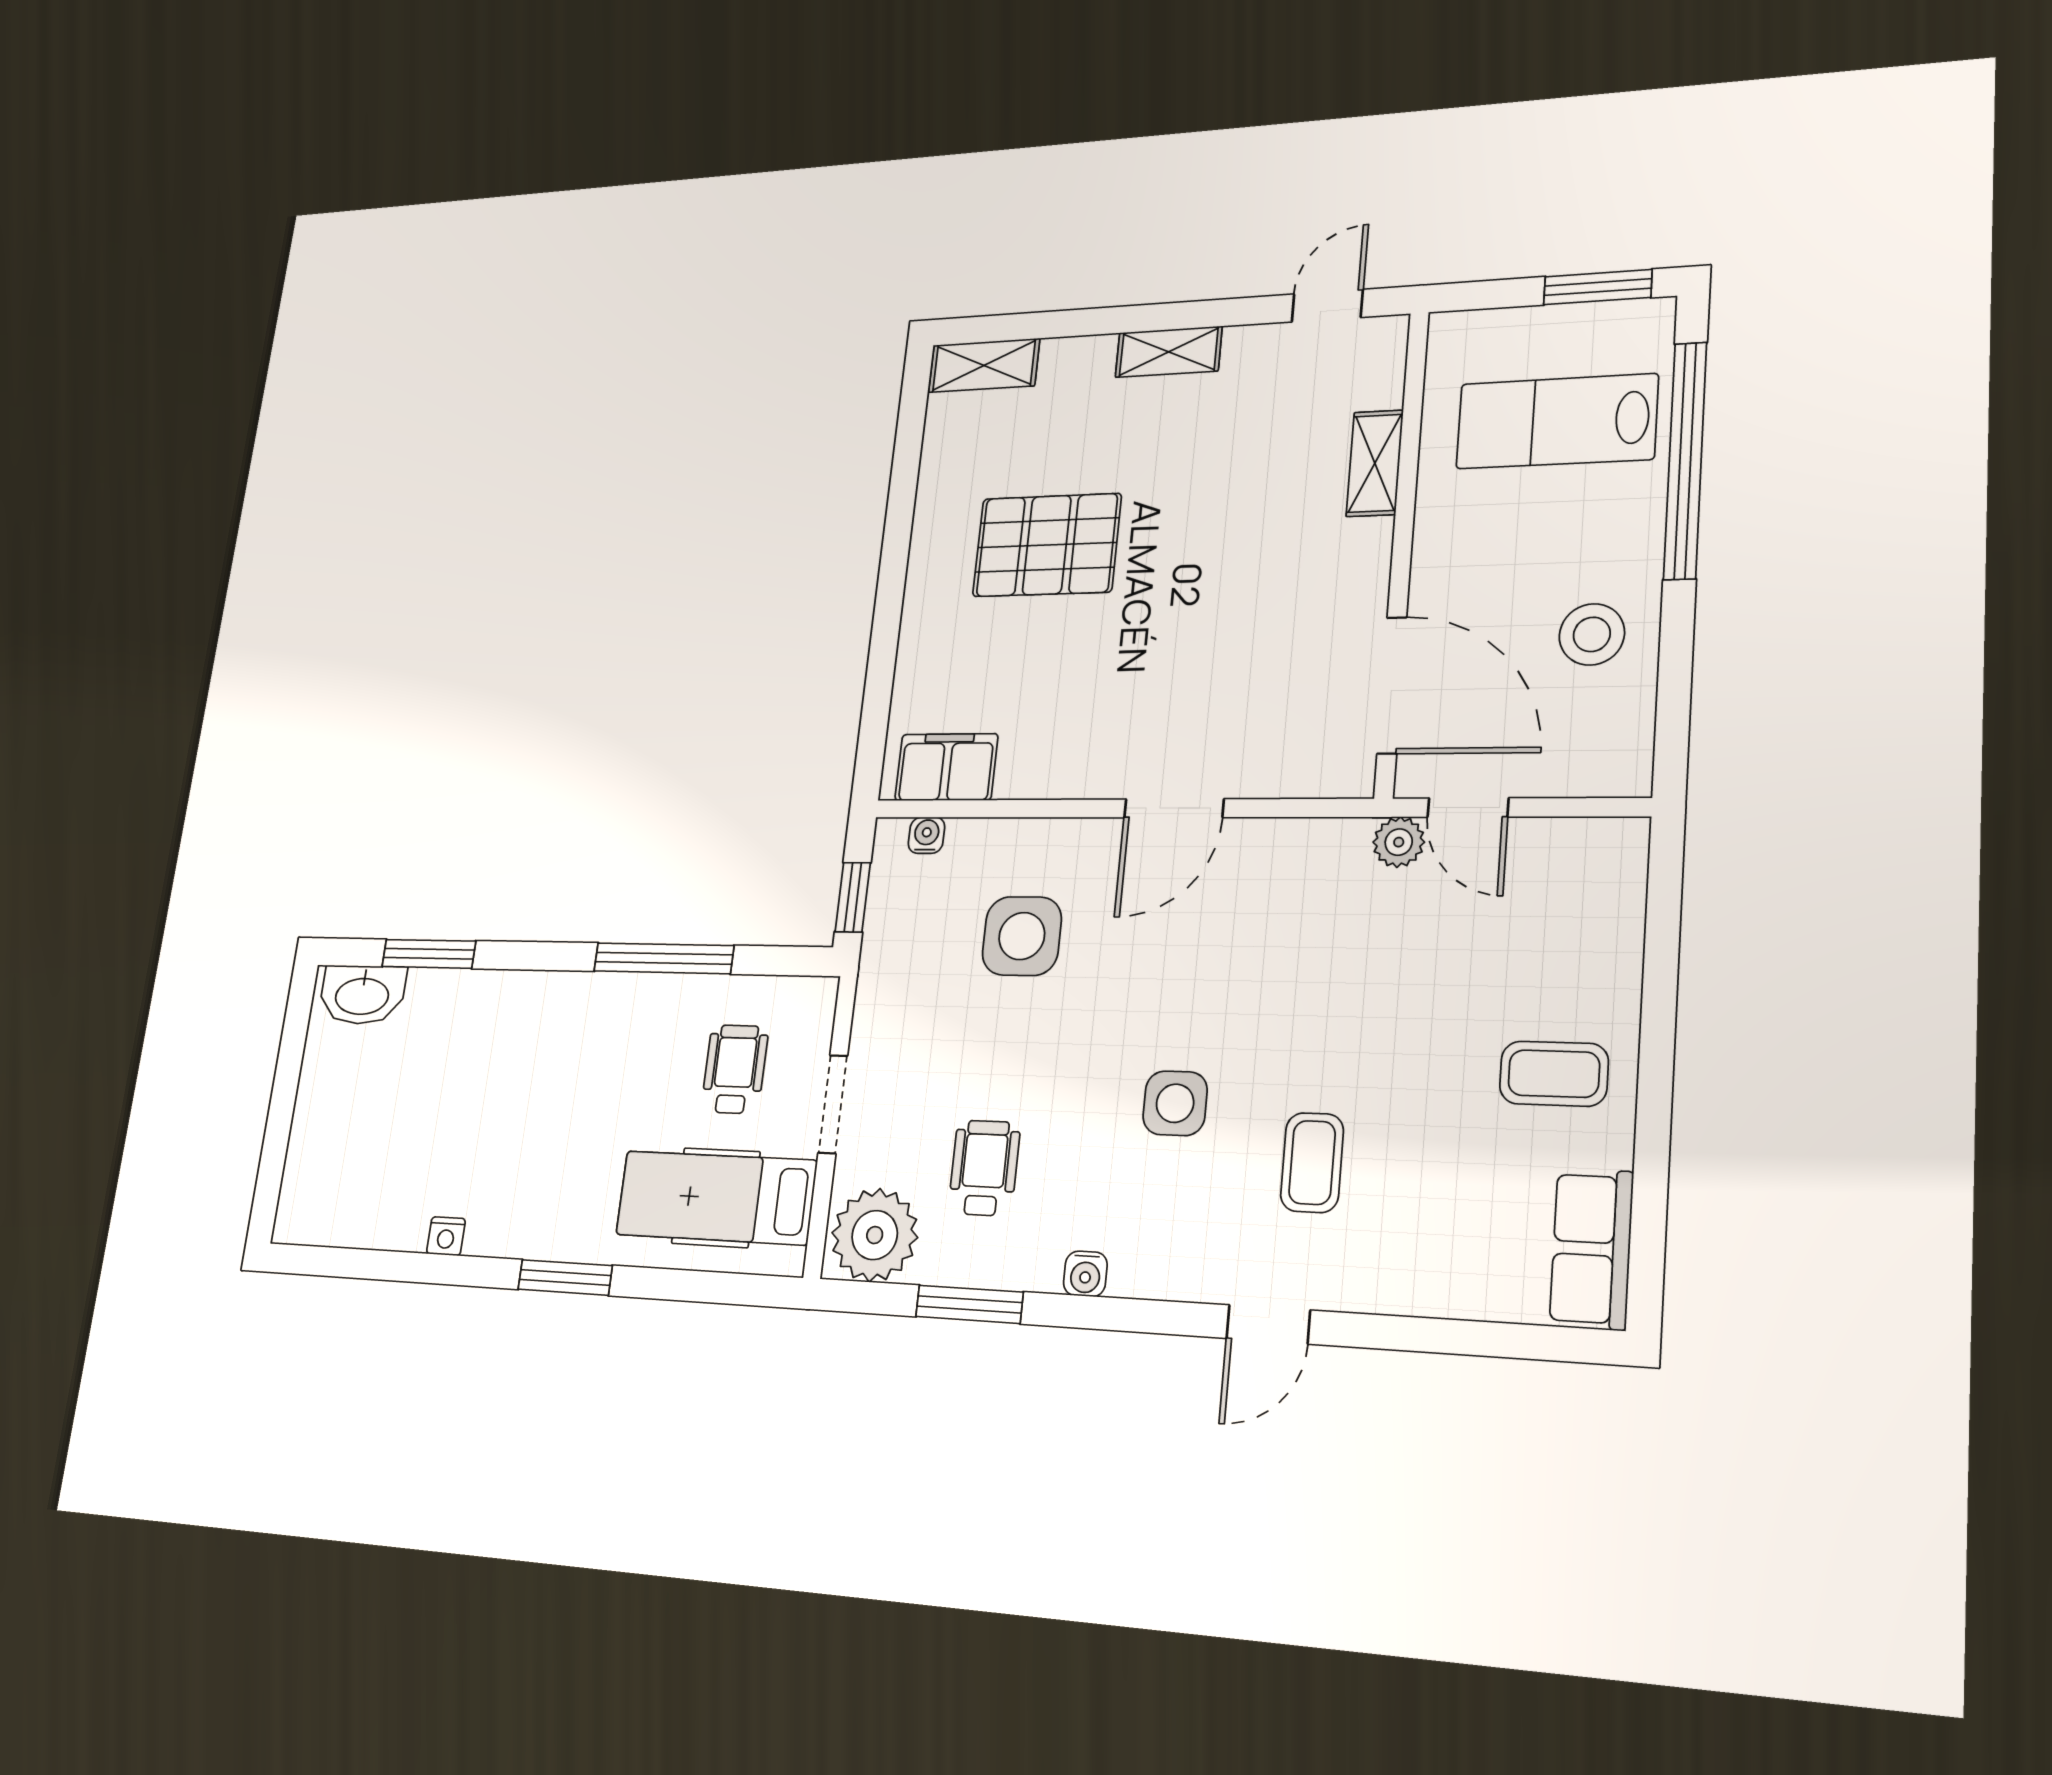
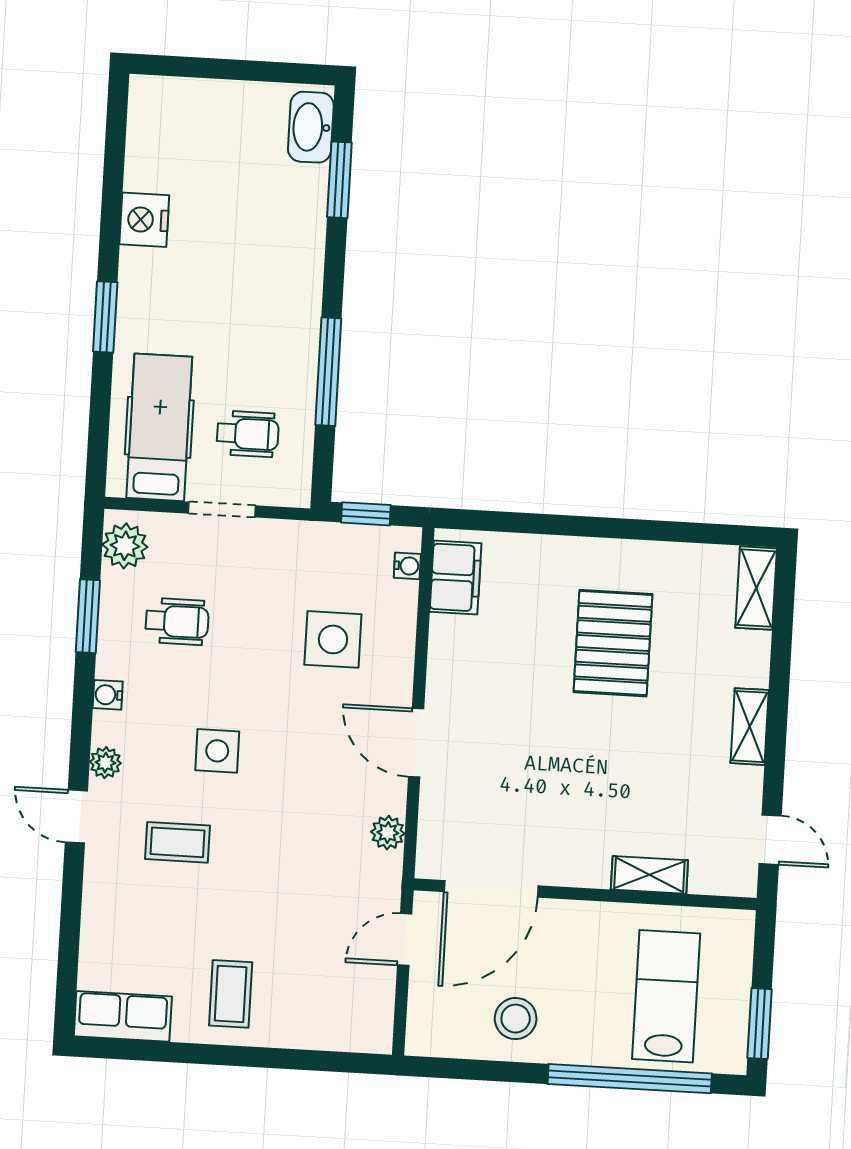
plant: (1399, 842) -> (388, 833), moved
plant: (875, 1235) -> (125, 546), width x0.73, depth x0.73
nightstand: (446, 1236) -> (144, 220), width x1.89, depth x1.79
plant: (1187, 1277) -> (105, 763), added

